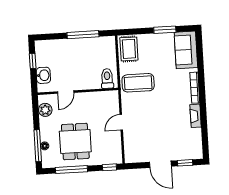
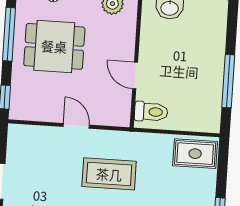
coffee table: (138, 83) -> (109, 174), moved, turned 90
door: (66, 92) -> (135, 75), moved

